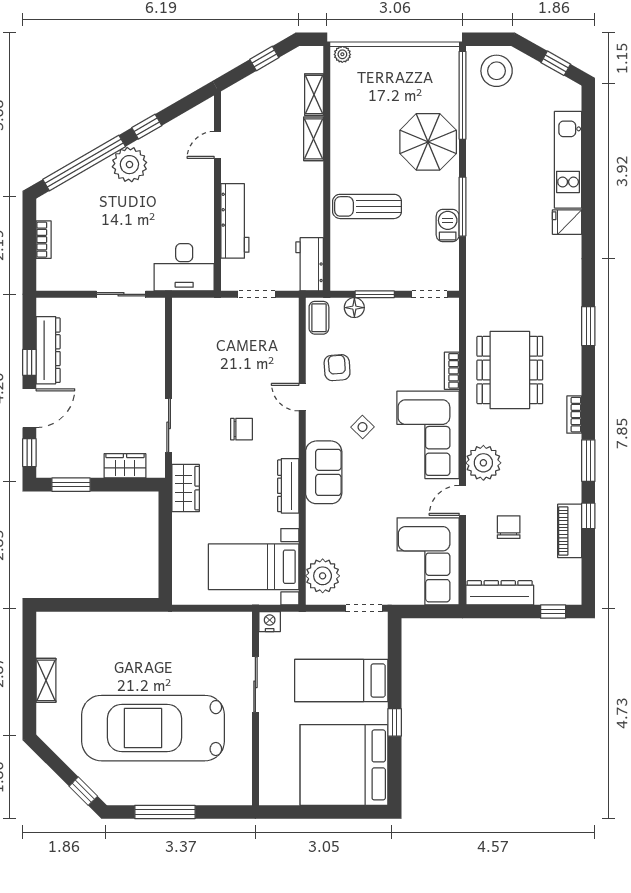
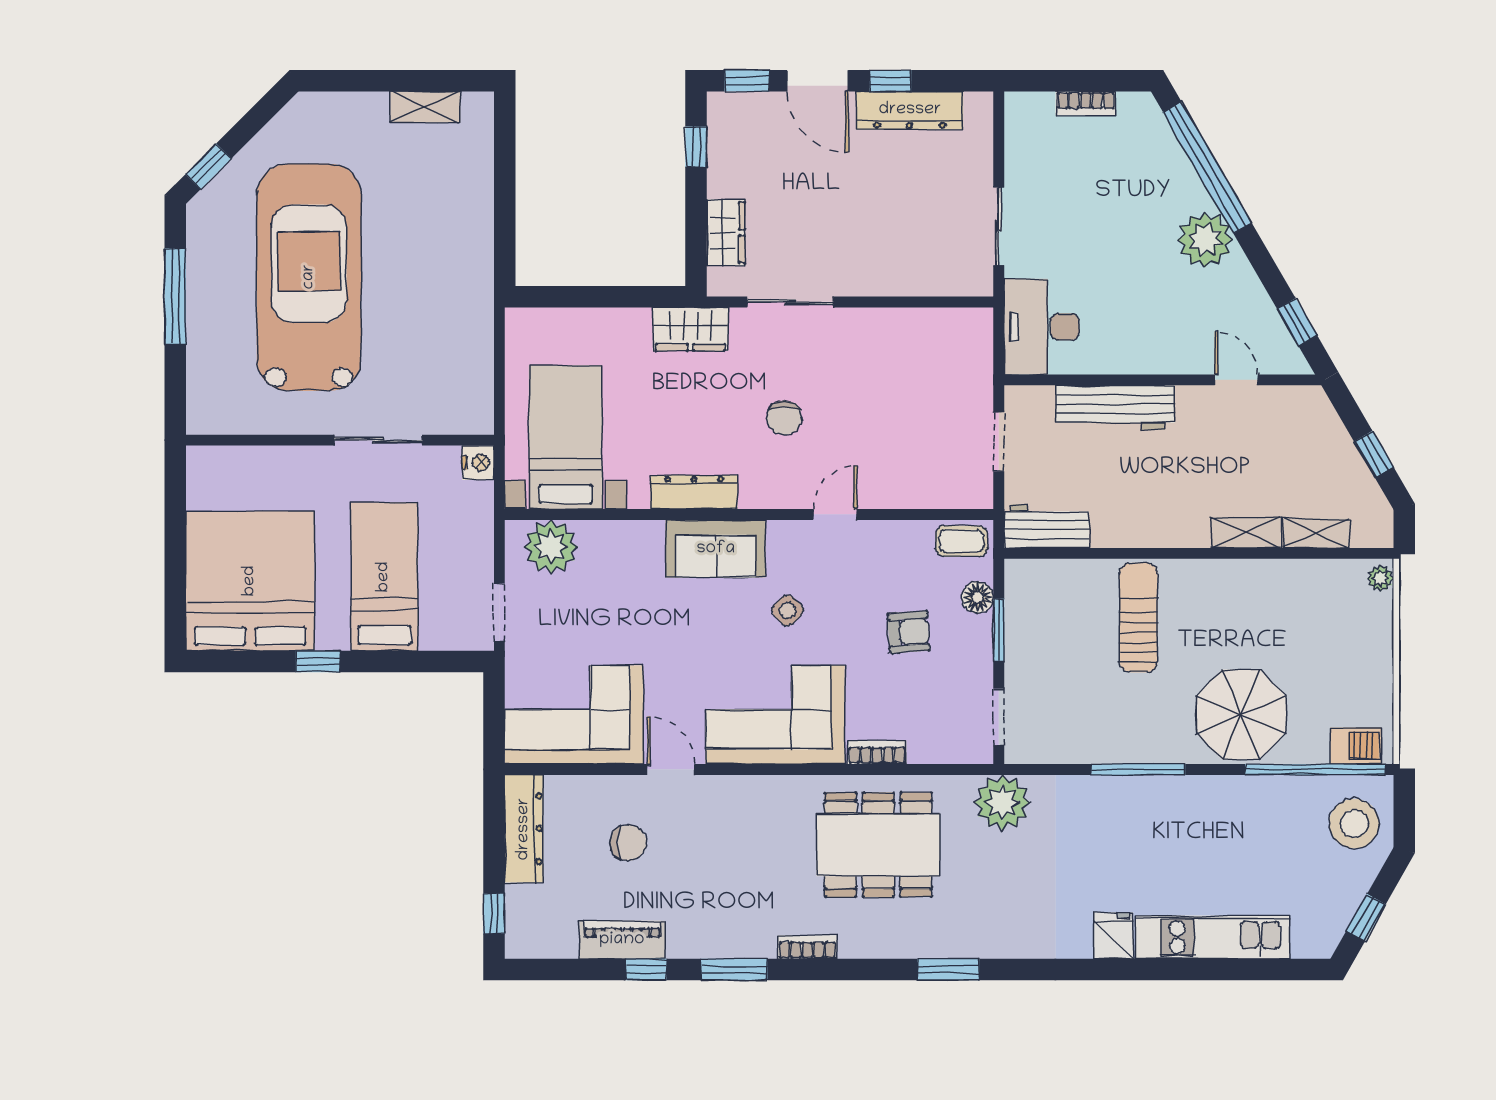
window: (147, 127) -> (1297, 322), moved
barbecue: (448, 226) -> (1356, 746), moved
armchair: (337, 368) -> (909, 632), moved
plant: (483, 463) -> (1002, 803), moved
window: (71, 485) -> (696, 147), width x0.67
shelving: (46, 680) -> (425, 107), moved

